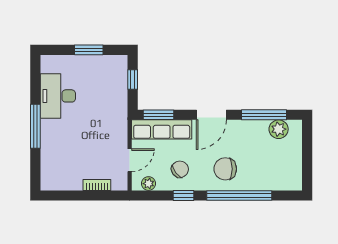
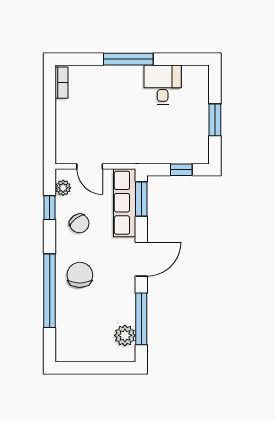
desk: (58, 96) -> (163, 85), width x0.73
door: (211, 115) -> (141, 259), swing flipped
bookcase: (97, 185) -> (62, 83), moved
window: (183, 195) -> (50, 208), moved

